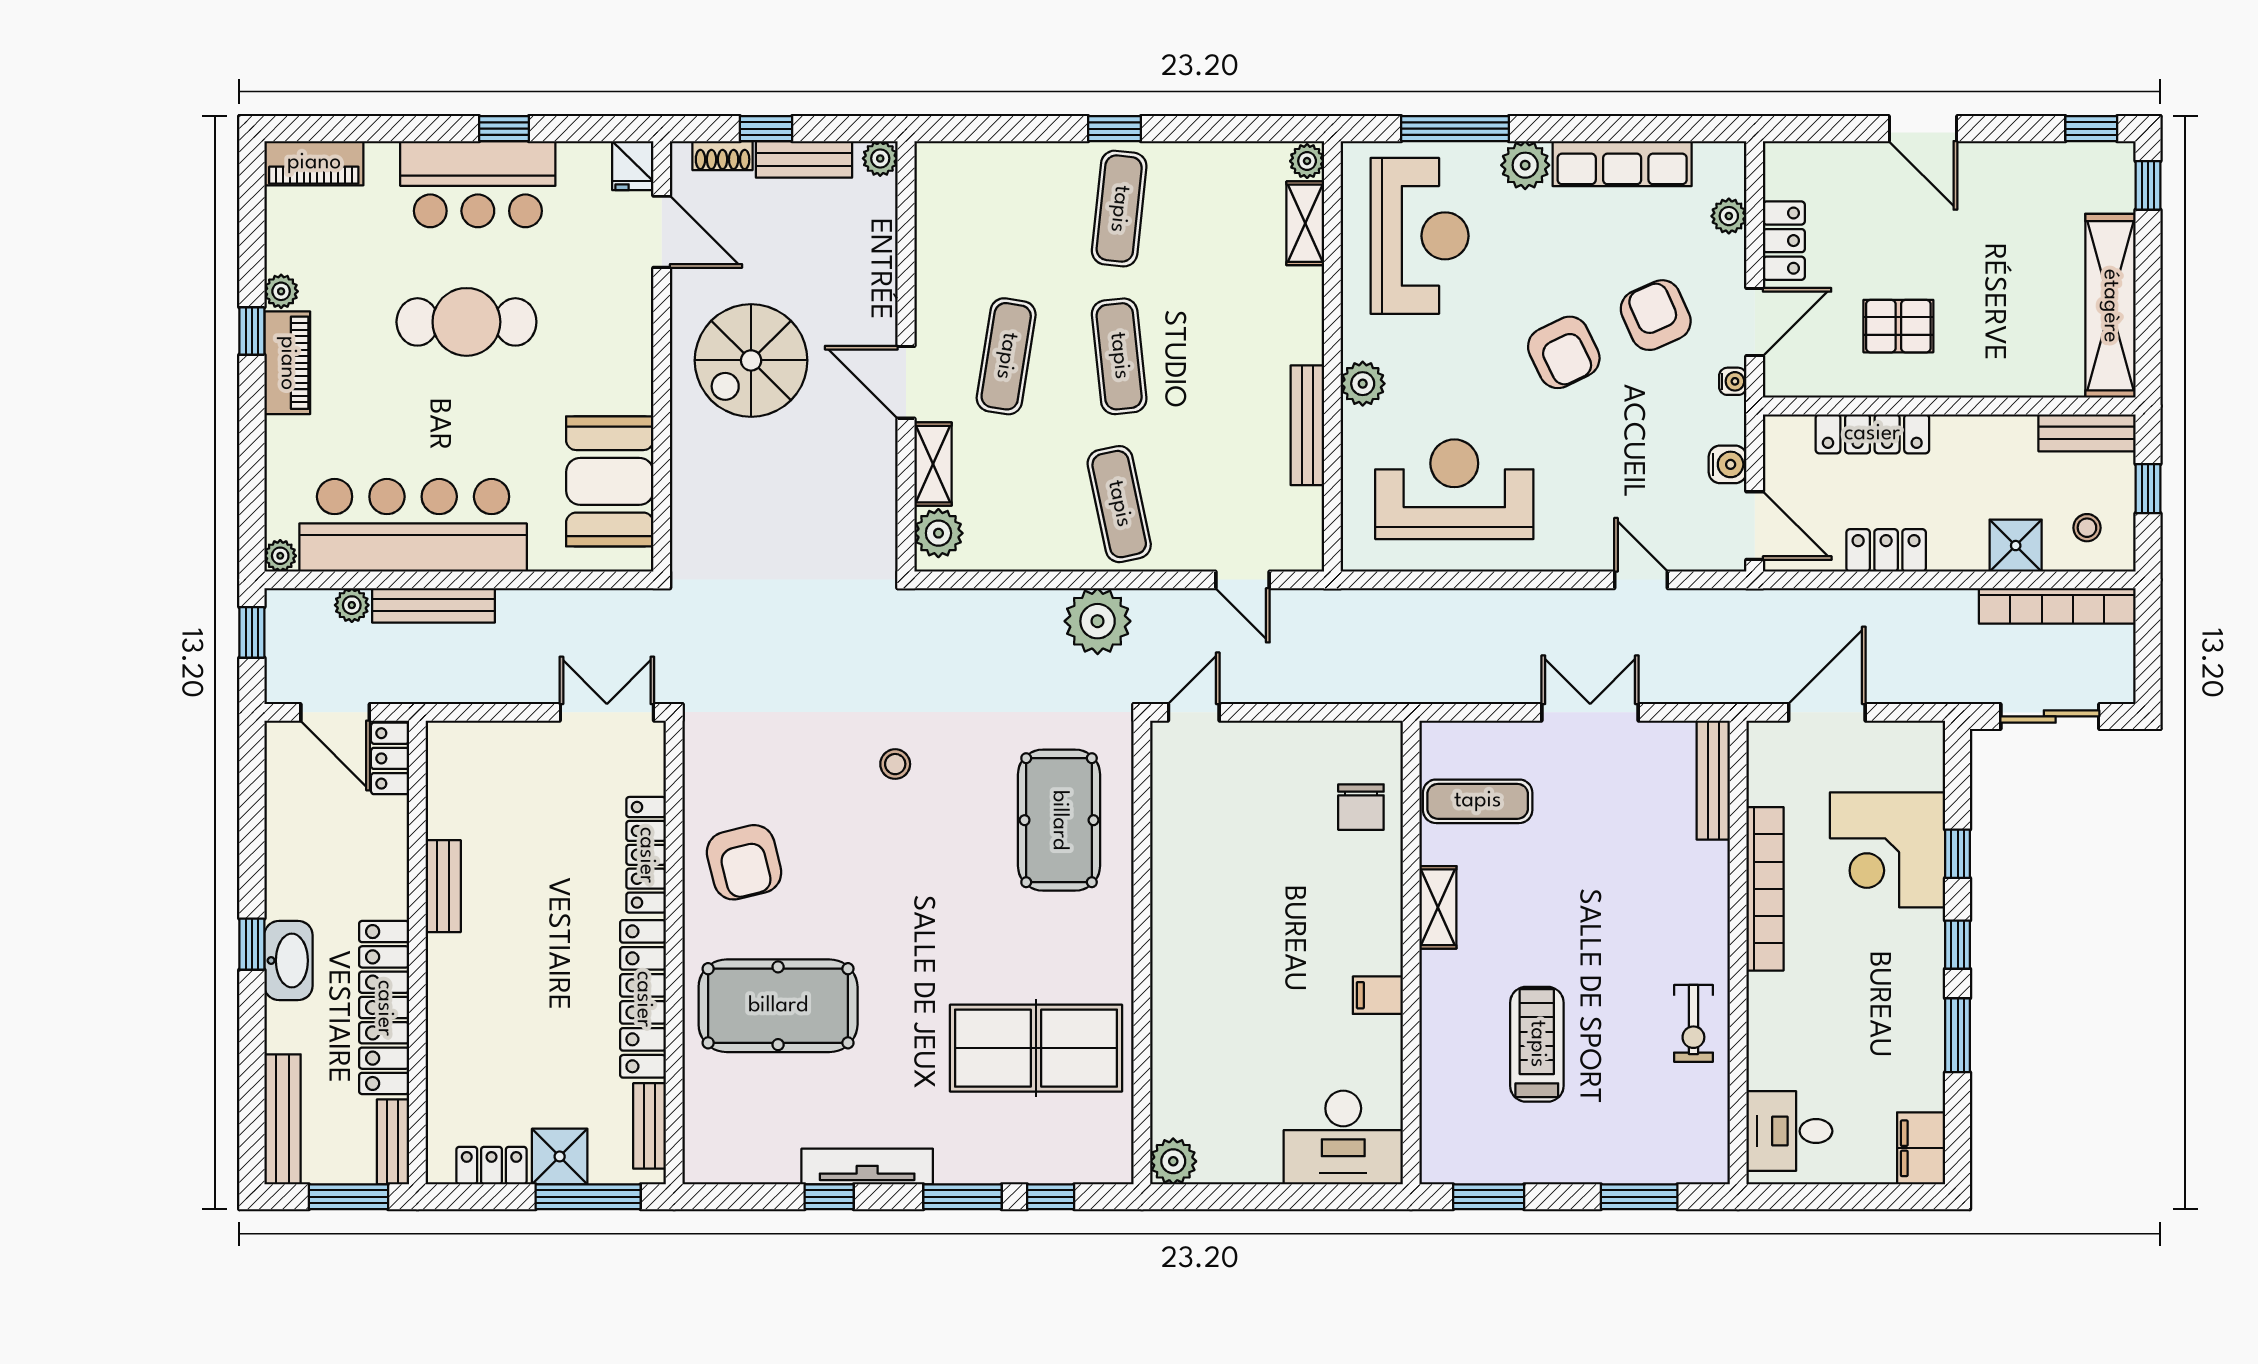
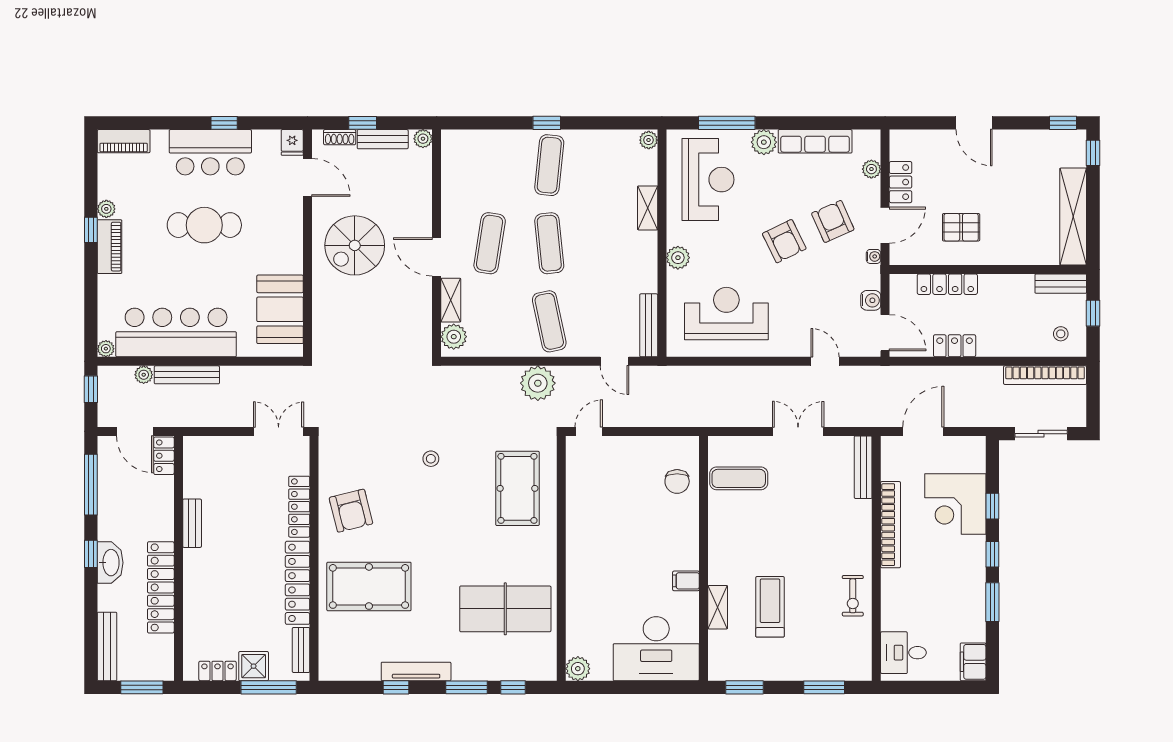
shelving: (1305, 223) -> (648, 208), moved
bench: (1307, 425) -> (649, 325), moved
shower: (2016, 546) -> (1023, 343), removed
window: (252, 813) -> (91, 485), added
shelving: (1438, 907) -> (718, 607), moved
desk: (1343, 1137) -> (656, 649), width x1.36, depth x1.30
bench: (393, 1142) -> (165, 658), removed

